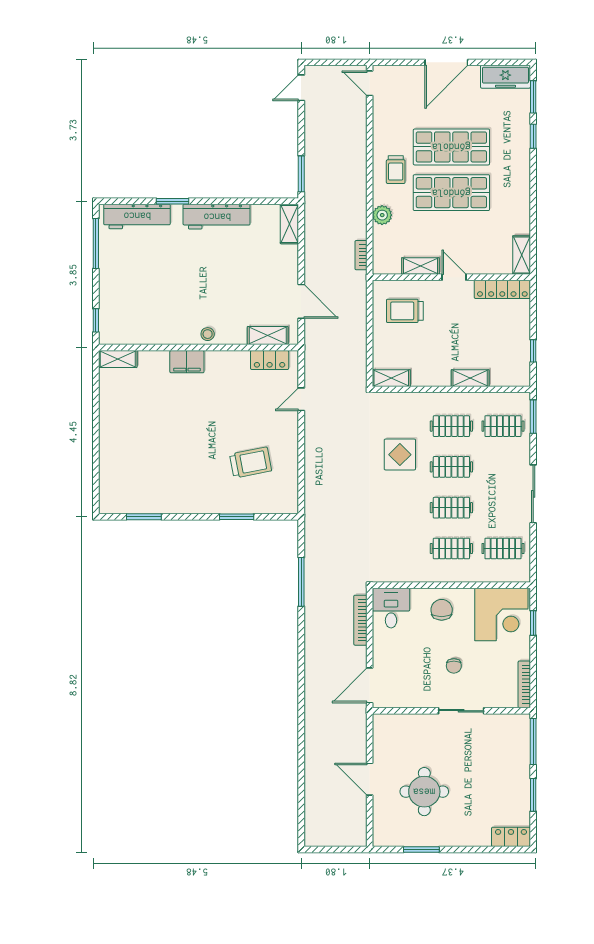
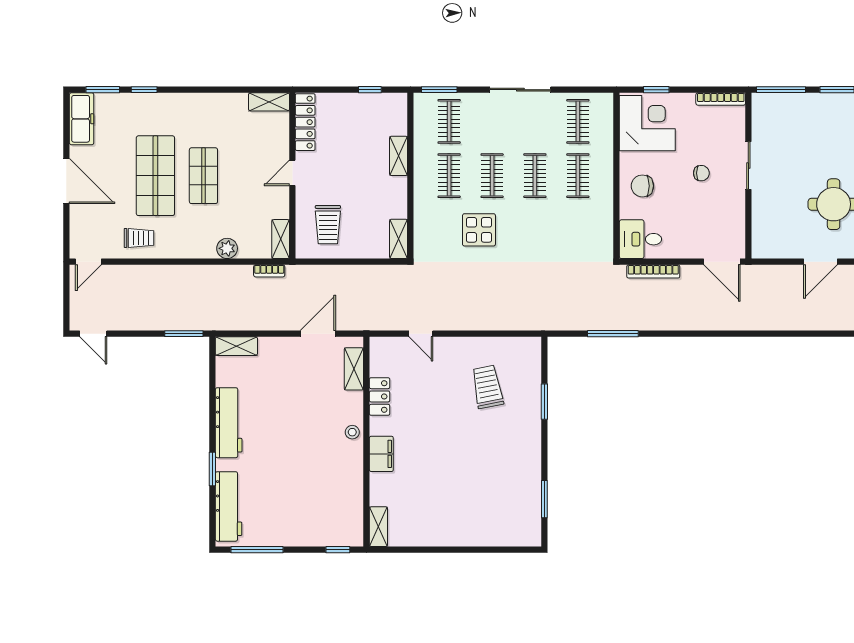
trolley: (396, 170) -> (139, 238), moved
shop shelf: (451, 193) -> (203, 176), width x0.70, depth x0.74
shelving: (420, 266) -> (281, 239), moved
locker: (270, 360) -> (380, 396), moved

